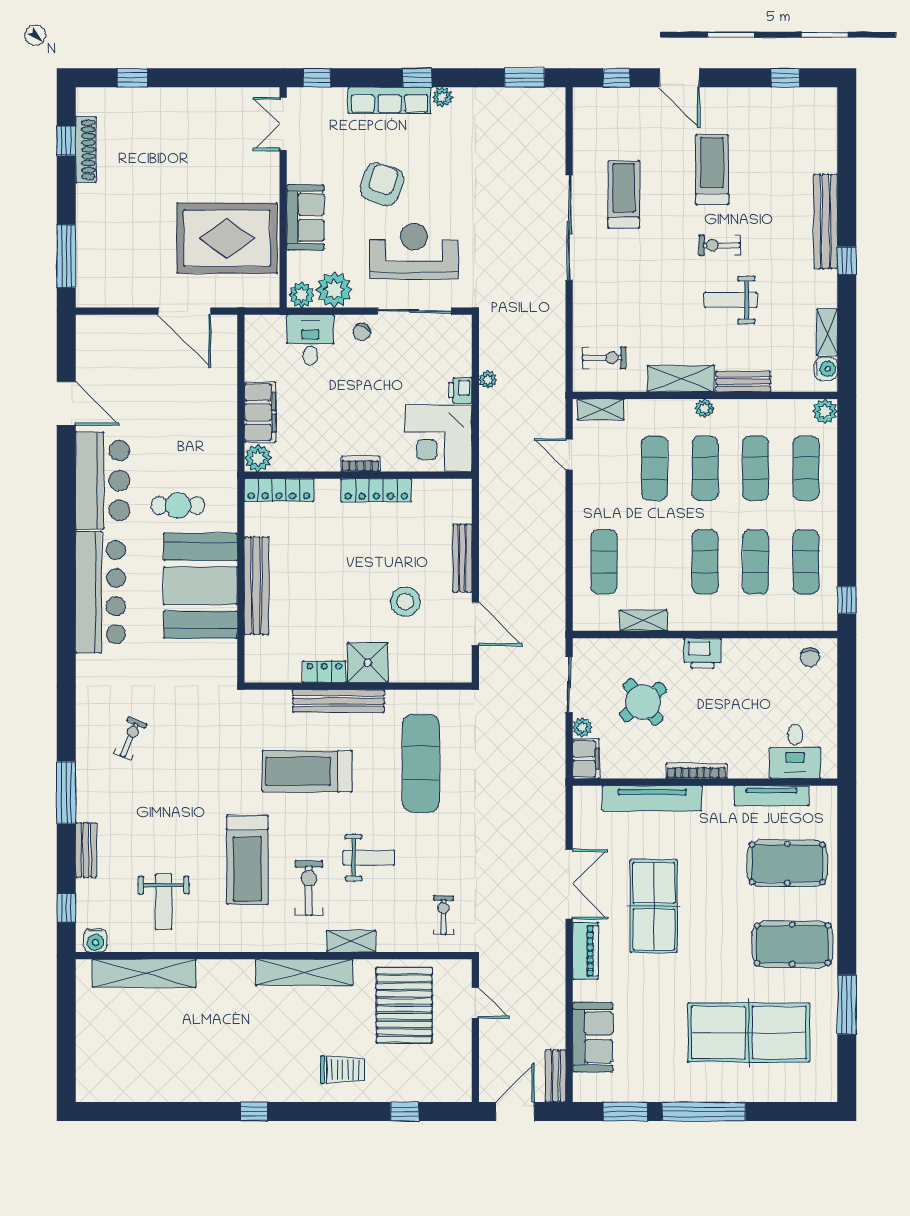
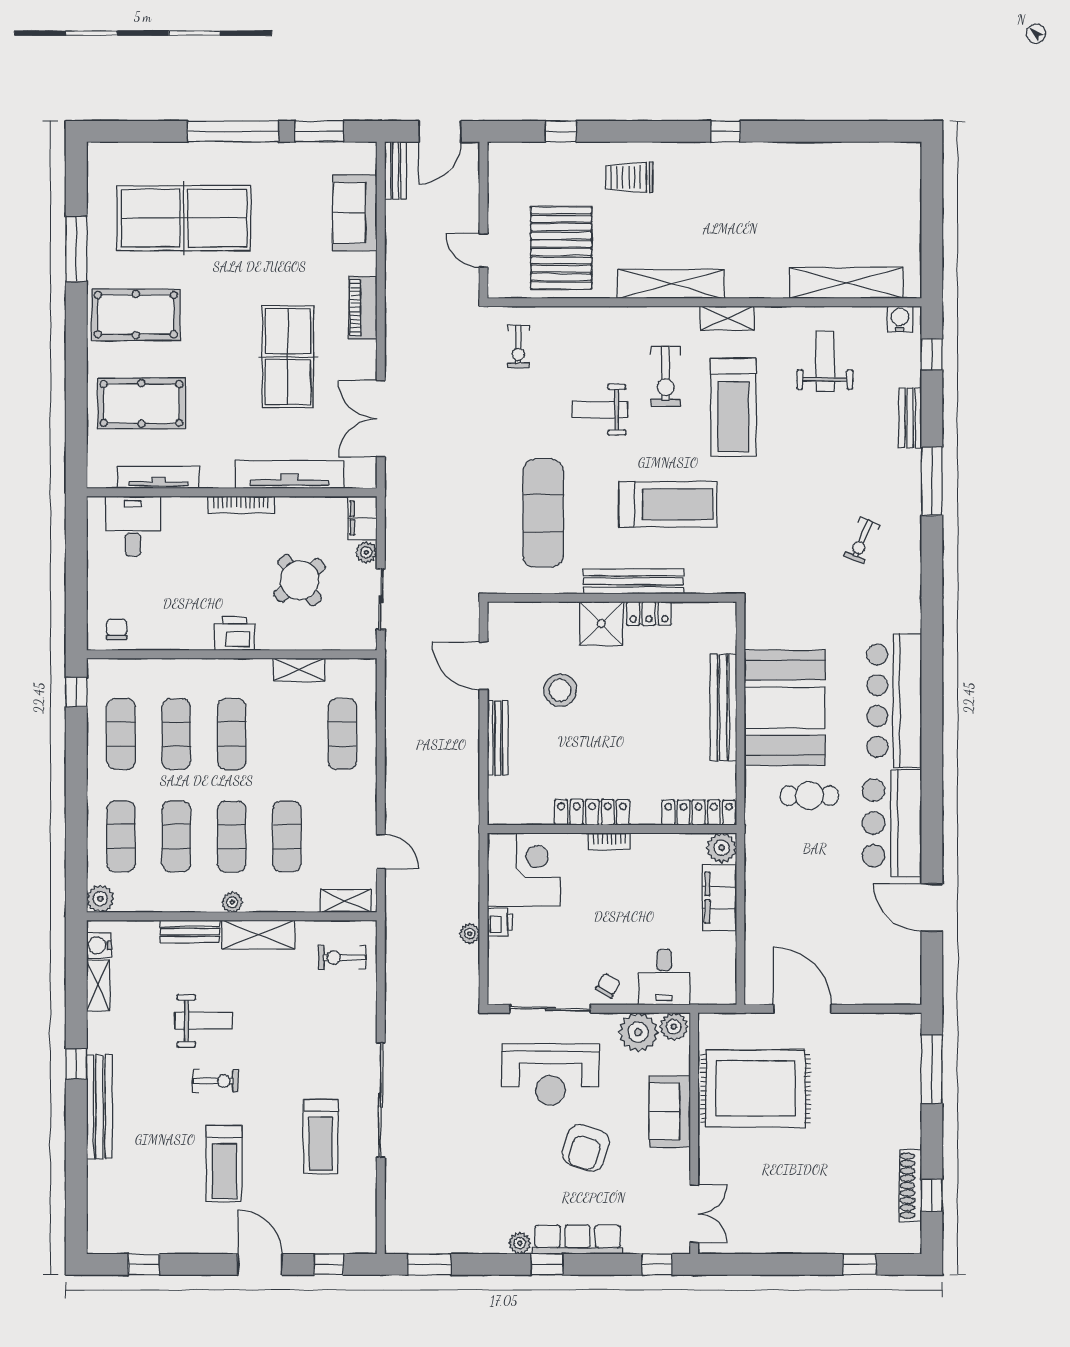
treadmill: (247, 860) -> (733, 407), turned 180
double door: (569, 884) -> (381, 419), moved
shelving: (351, 941) -> (727, 318), moved

